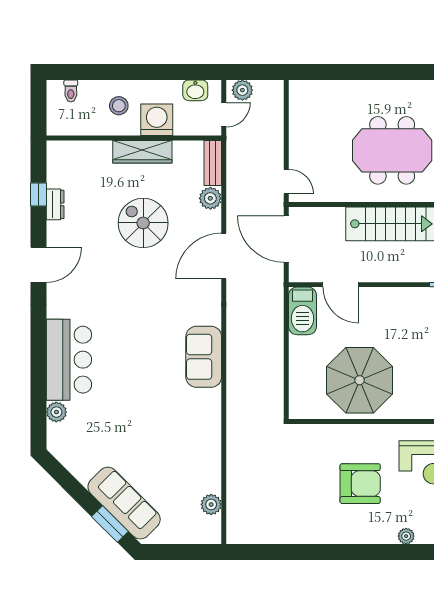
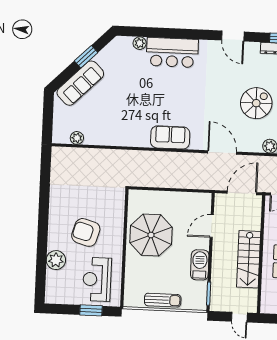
door: (224, 256) -> (222, 153), moved
barbecue: (302, 311) -> (200, 265), moved, turned 90
armchair: (360, 484) -> (86, 232), turned 106
window: (110, 524) -> (86, 57), moved
plant: (406, 536) -> (56, 260), width x1.87, depth x1.87

